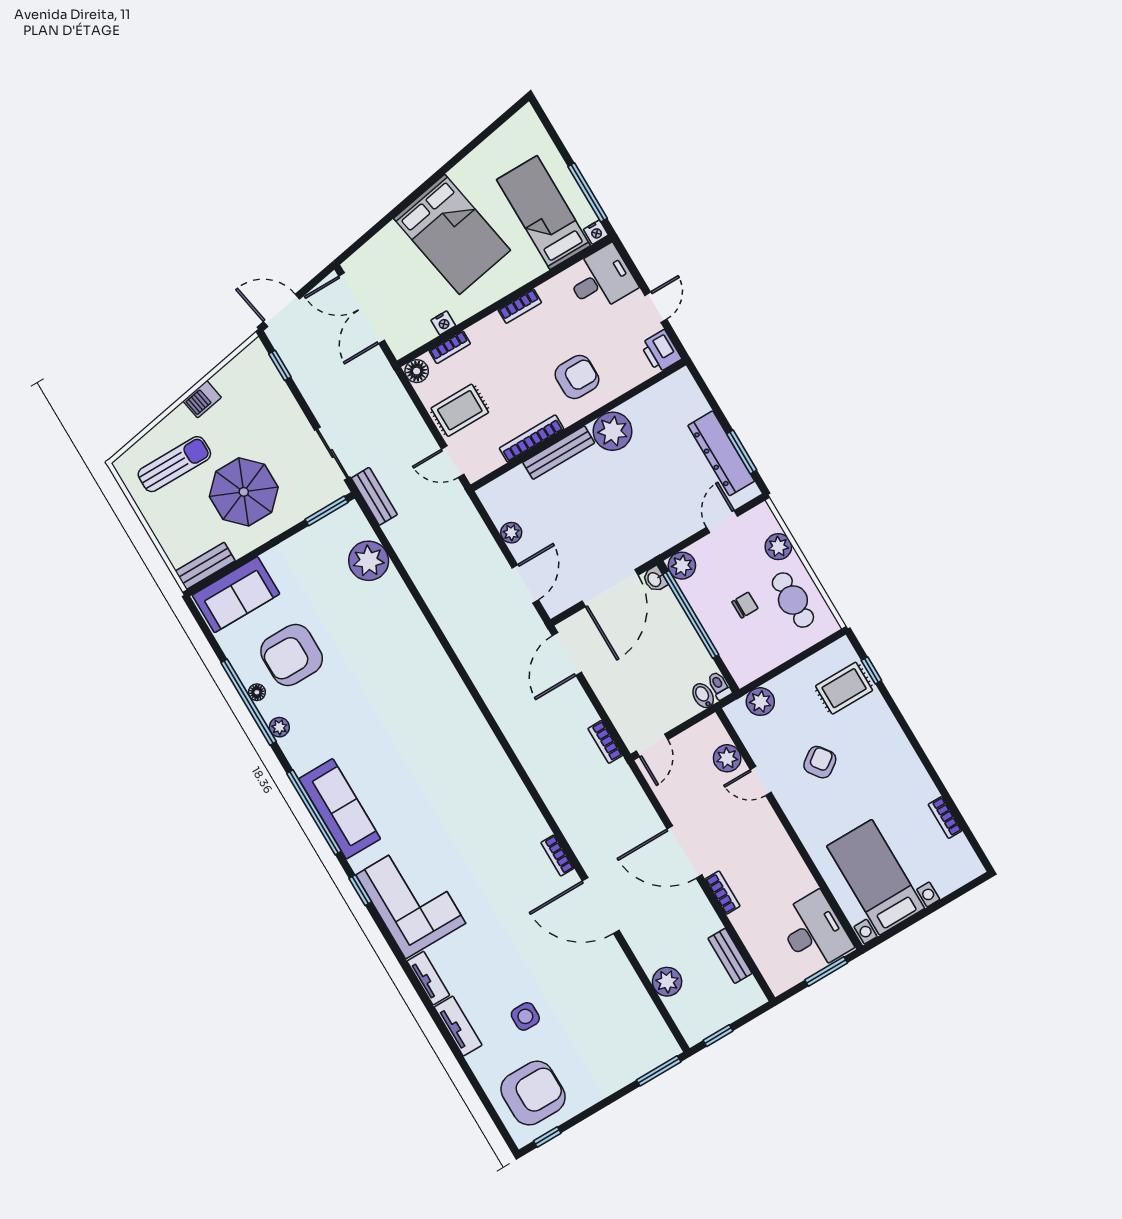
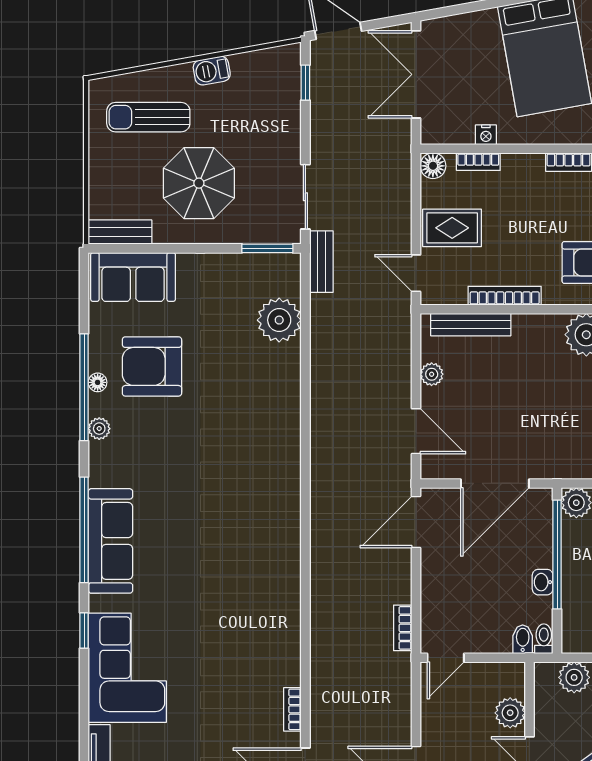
bench: (559, 453) -> (471, 325), moved
sun lounger: (174, 464) -> (148, 117), turned 180
washbasin: (655, 579) -> (543, 582), moved
door: (525, 584) -> (416, 431), hinge flipped

